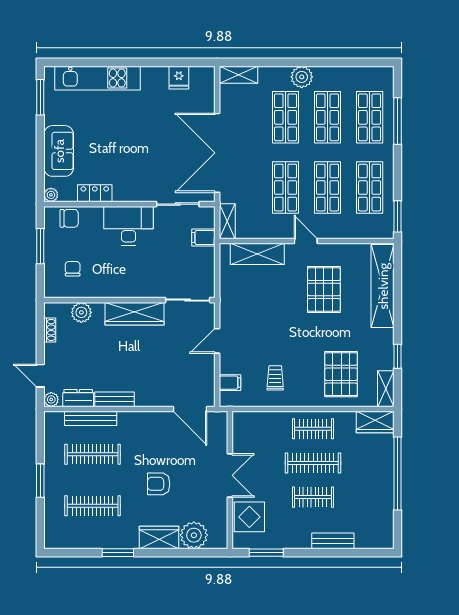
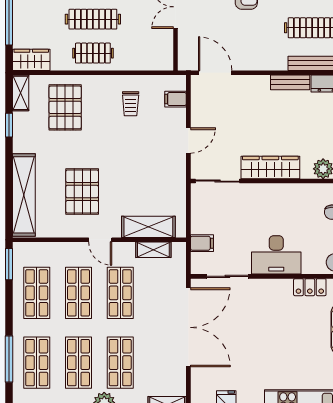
shelving: (227, 221) -> (153, 250), moved, turned 90

